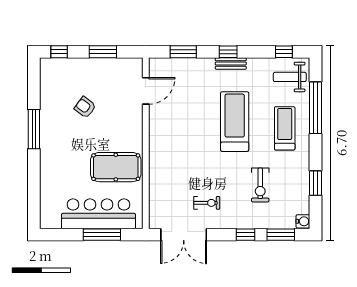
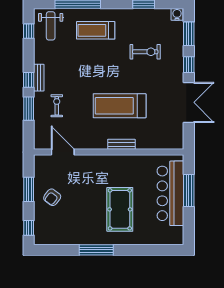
window: (183, 52) -> (29, 109), moved
armchair: (85, 107) -> (52, 197), moved
treadmill: (235, 122) -> (120, 106), moved
bench: (155, 158) -> (121, 144), added
pool table: (116, 167) -> (120, 209), moved
exercise bike: (207, 203) -> (57, 106), moved
double door: (184, 235) -> (189, 102), moved

